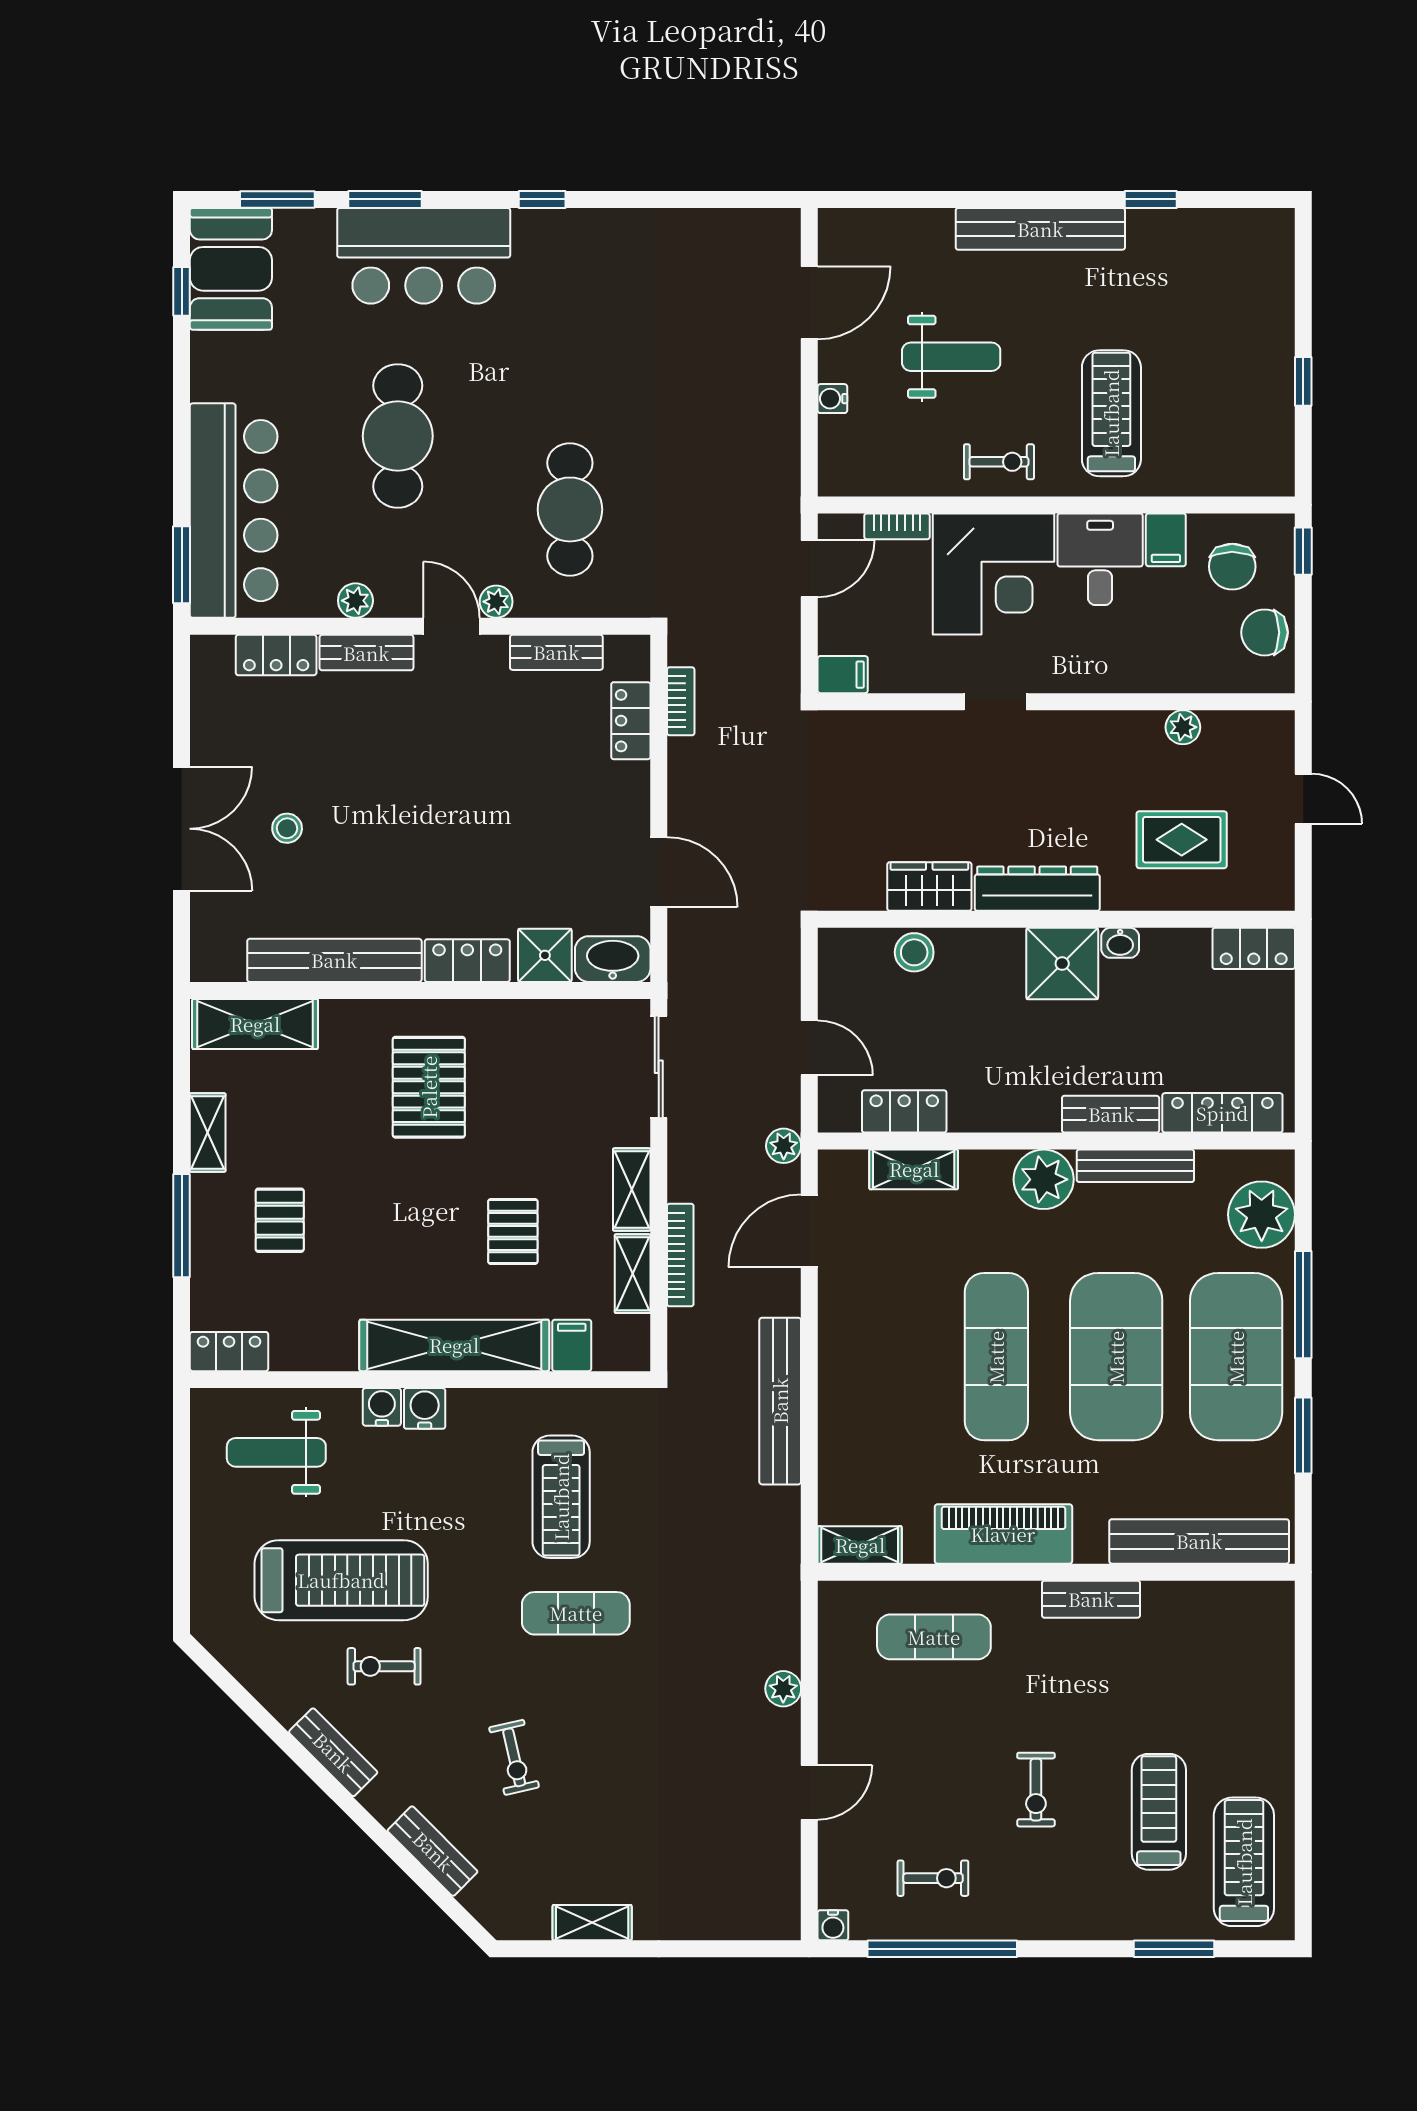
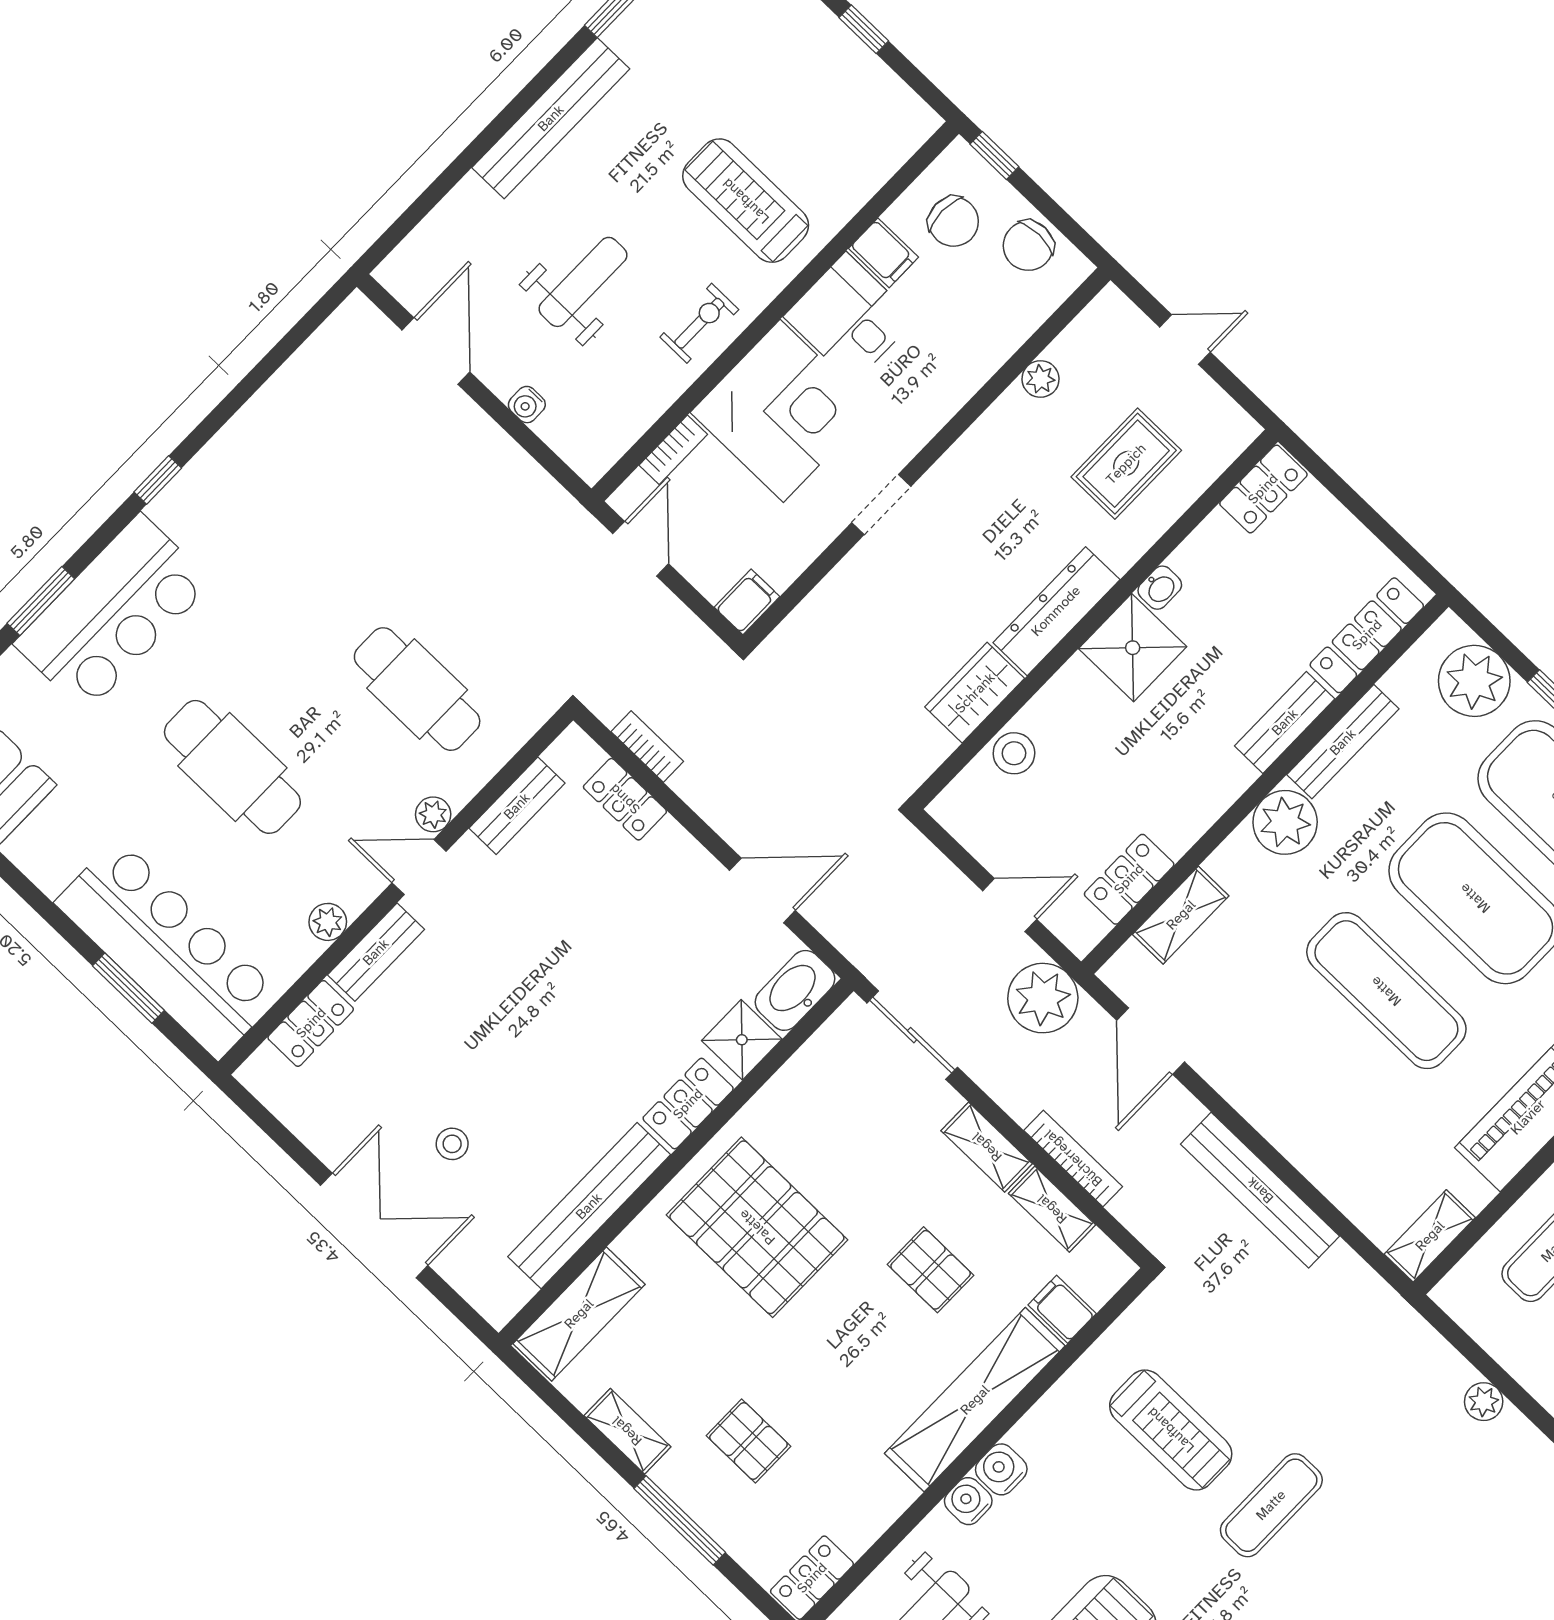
window: (182, 565) -> (128, 988), moved
pallet: (429, 1087) -> (757, 1227), width x1.37, depth x1.41
plant: (784, 1146) -> (1043, 998), width x1.87, depth x1.87

